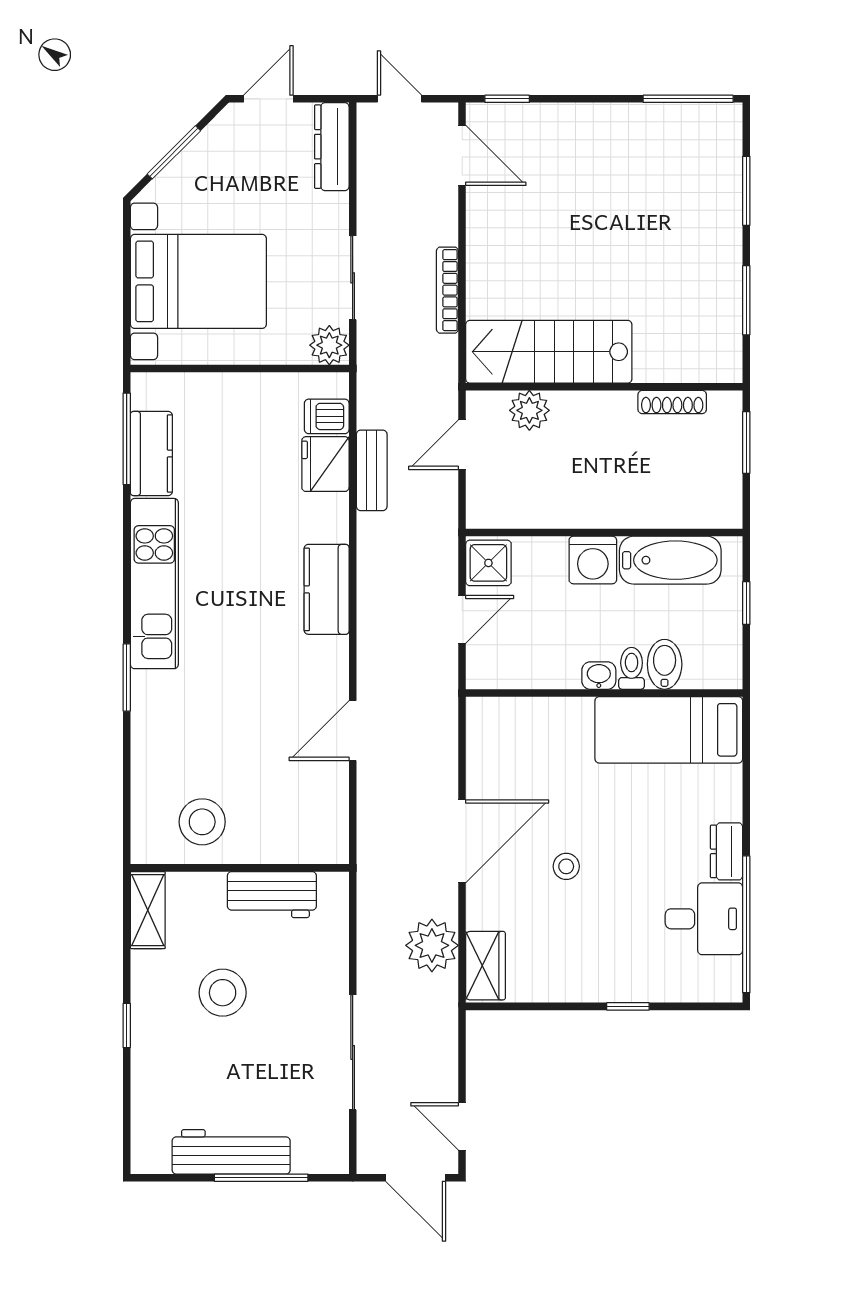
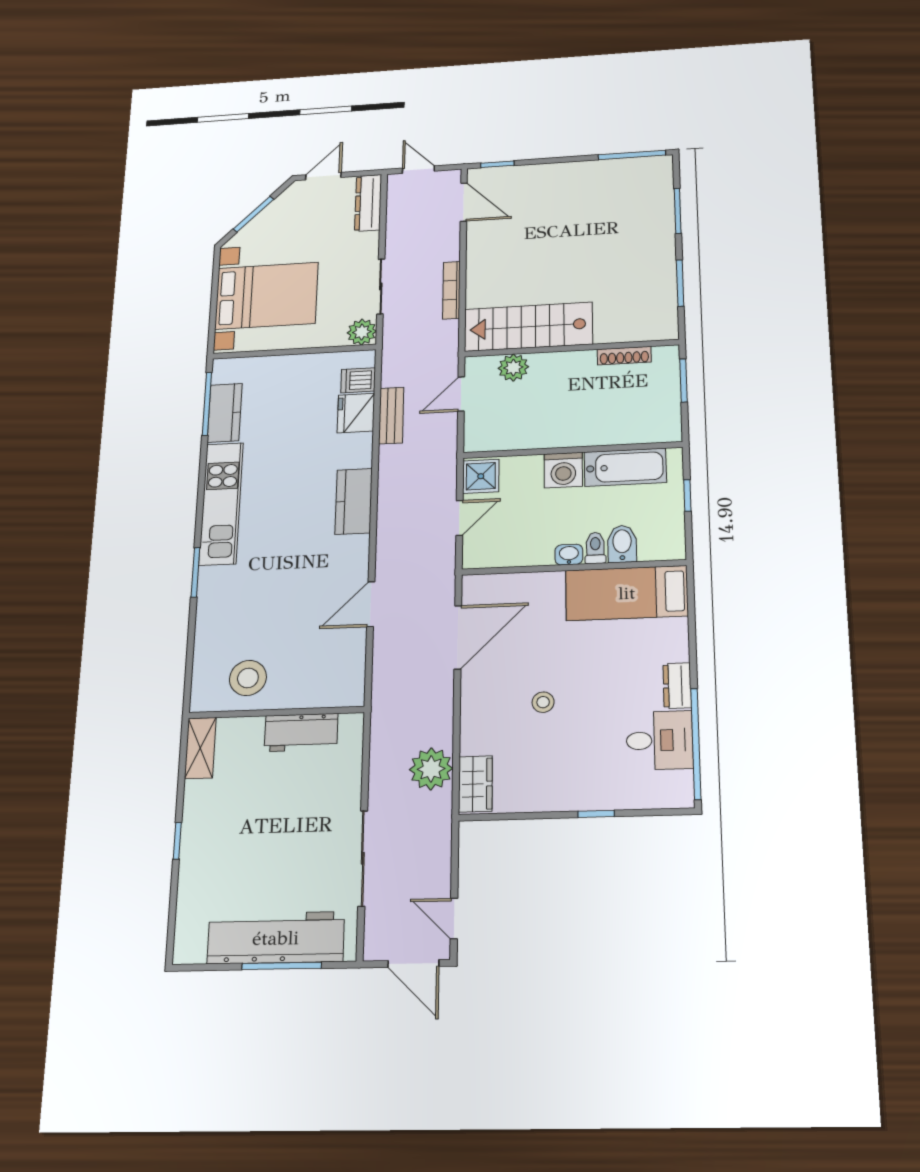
door: (462, 841) -> (458, 637), moved
stool: (223, 993) -> (257, 812), removed
workbench: (231, 1152) -> (276, 938), width x1.36, depth x1.32

